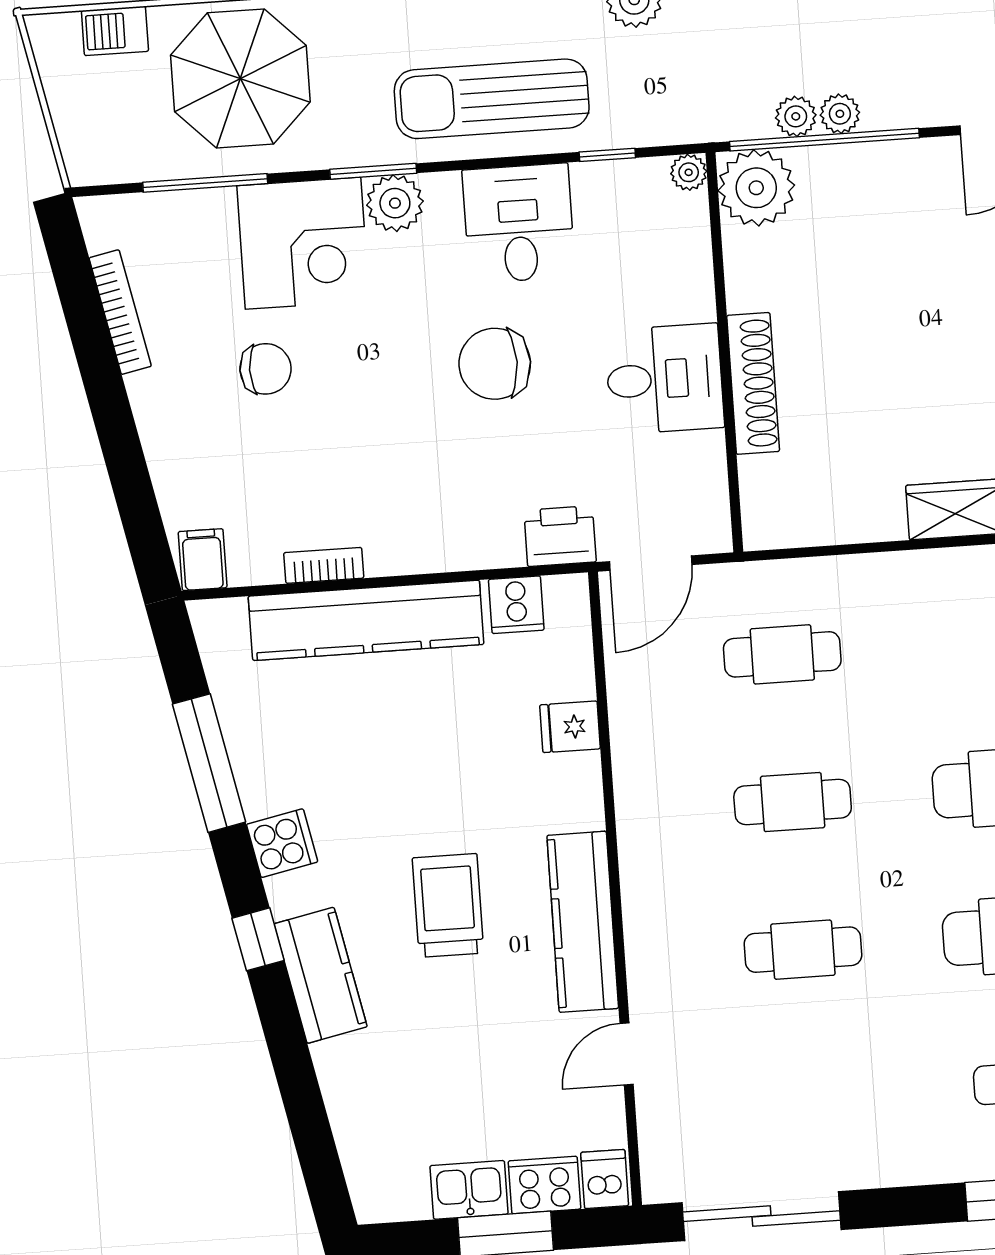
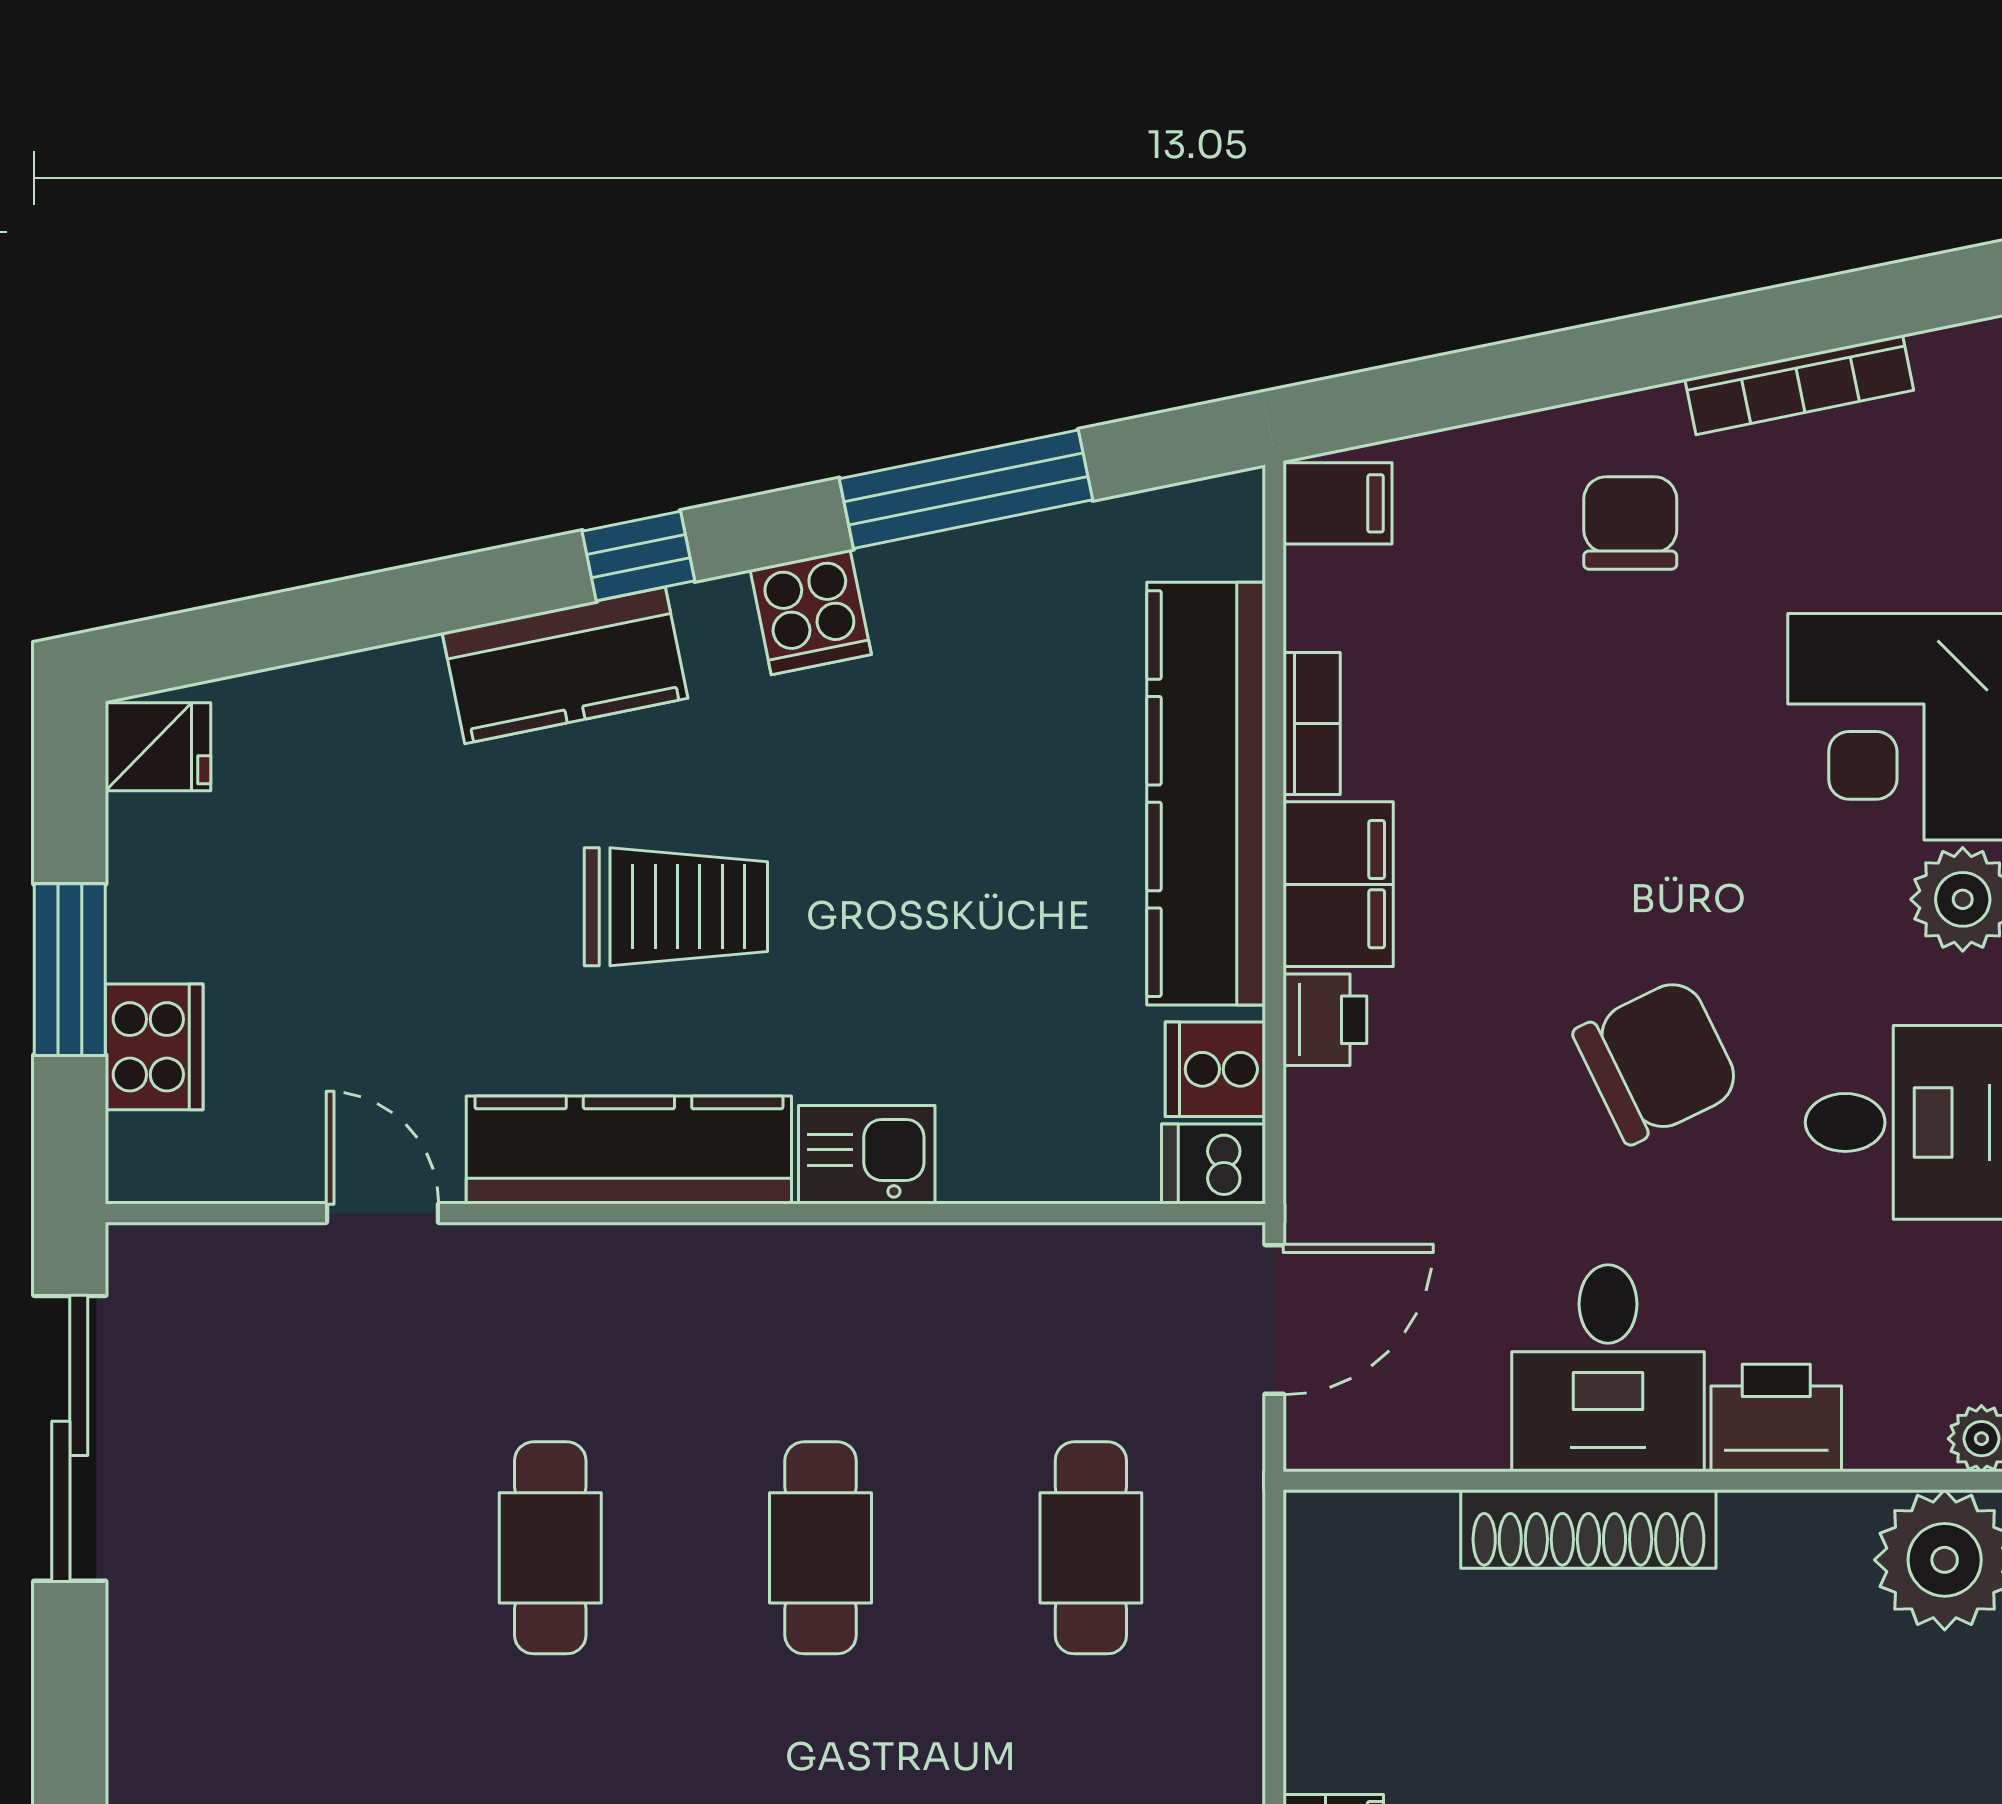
printer: (685, 285) -> (1776, 1418), added
chair: (495, 364) -> (1657, 1061), turned 64
chair: (266, 369) -> (1630, 523), moved, turned 180
printer: (560, 536) -> (1325, 1020), moved, width x0.73, depth x0.81
filing cabinet: (410, 545) -> (1338, 884), added
door: (651, 563) -> (1274, 1319), swing flipped
fridge: (570, 727) -> (158, 747), moved, turned 90
dishwasher: (605, 1179) -> (1213, 1164), moved, turned 180
kitchen sink: (469, 1190) -> (867, 1155), moved, turned -90

